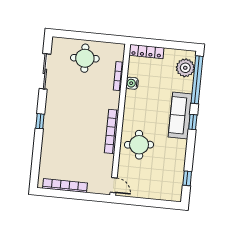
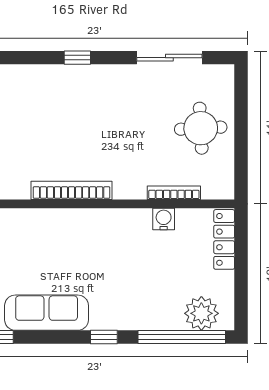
sofa: (180, 115) -> (47, 313), moved
round table: (139, 145) -> (52, 243), removed

